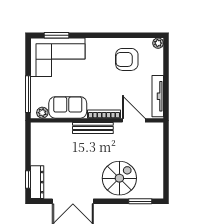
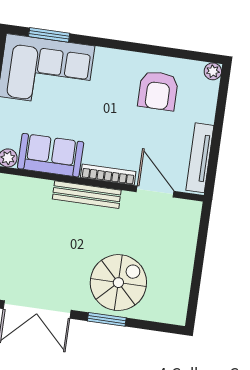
armchair: (127, 59) -> (158, 91), turned -90
window: (140, 201) -> (107, 319), moved

